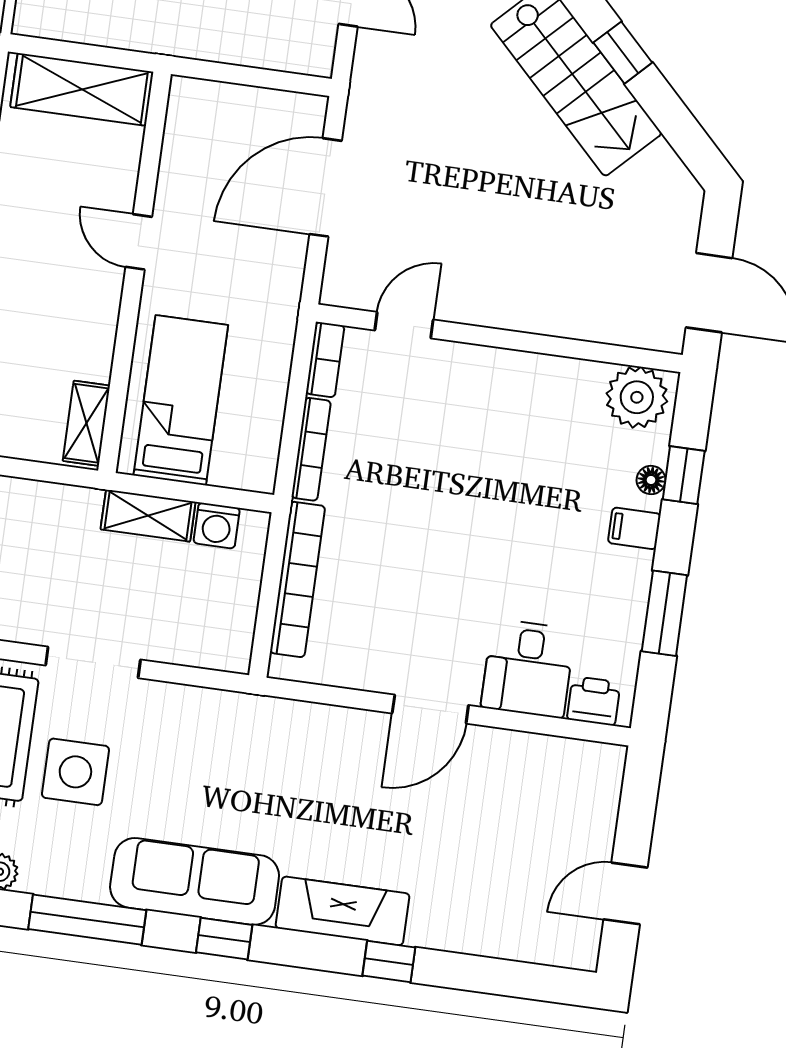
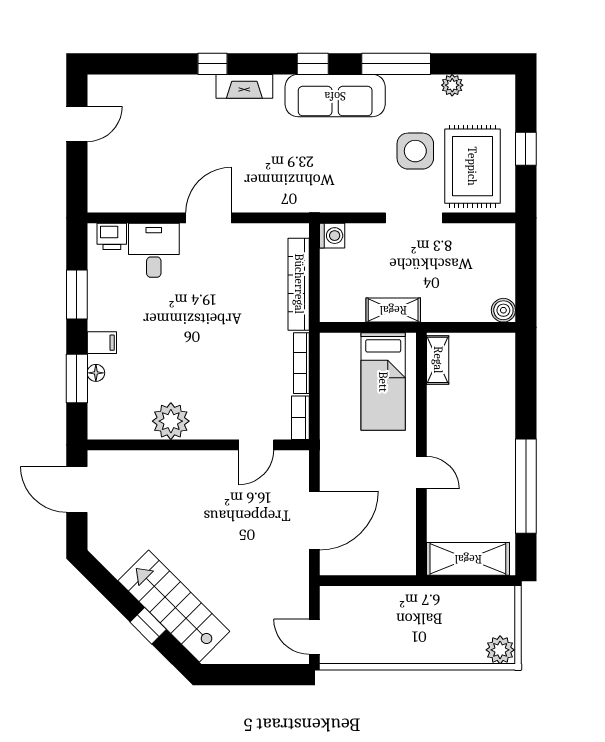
plant: (637, 397) -> (171, 421), moved
window: (684, 475) -> (77, 378), width x1.50
washing machine: (217, 526) -> (332, 236), moved, turned 90
fireplace: (343, 911) -> (244, 86), width x0.73, depth x0.76

